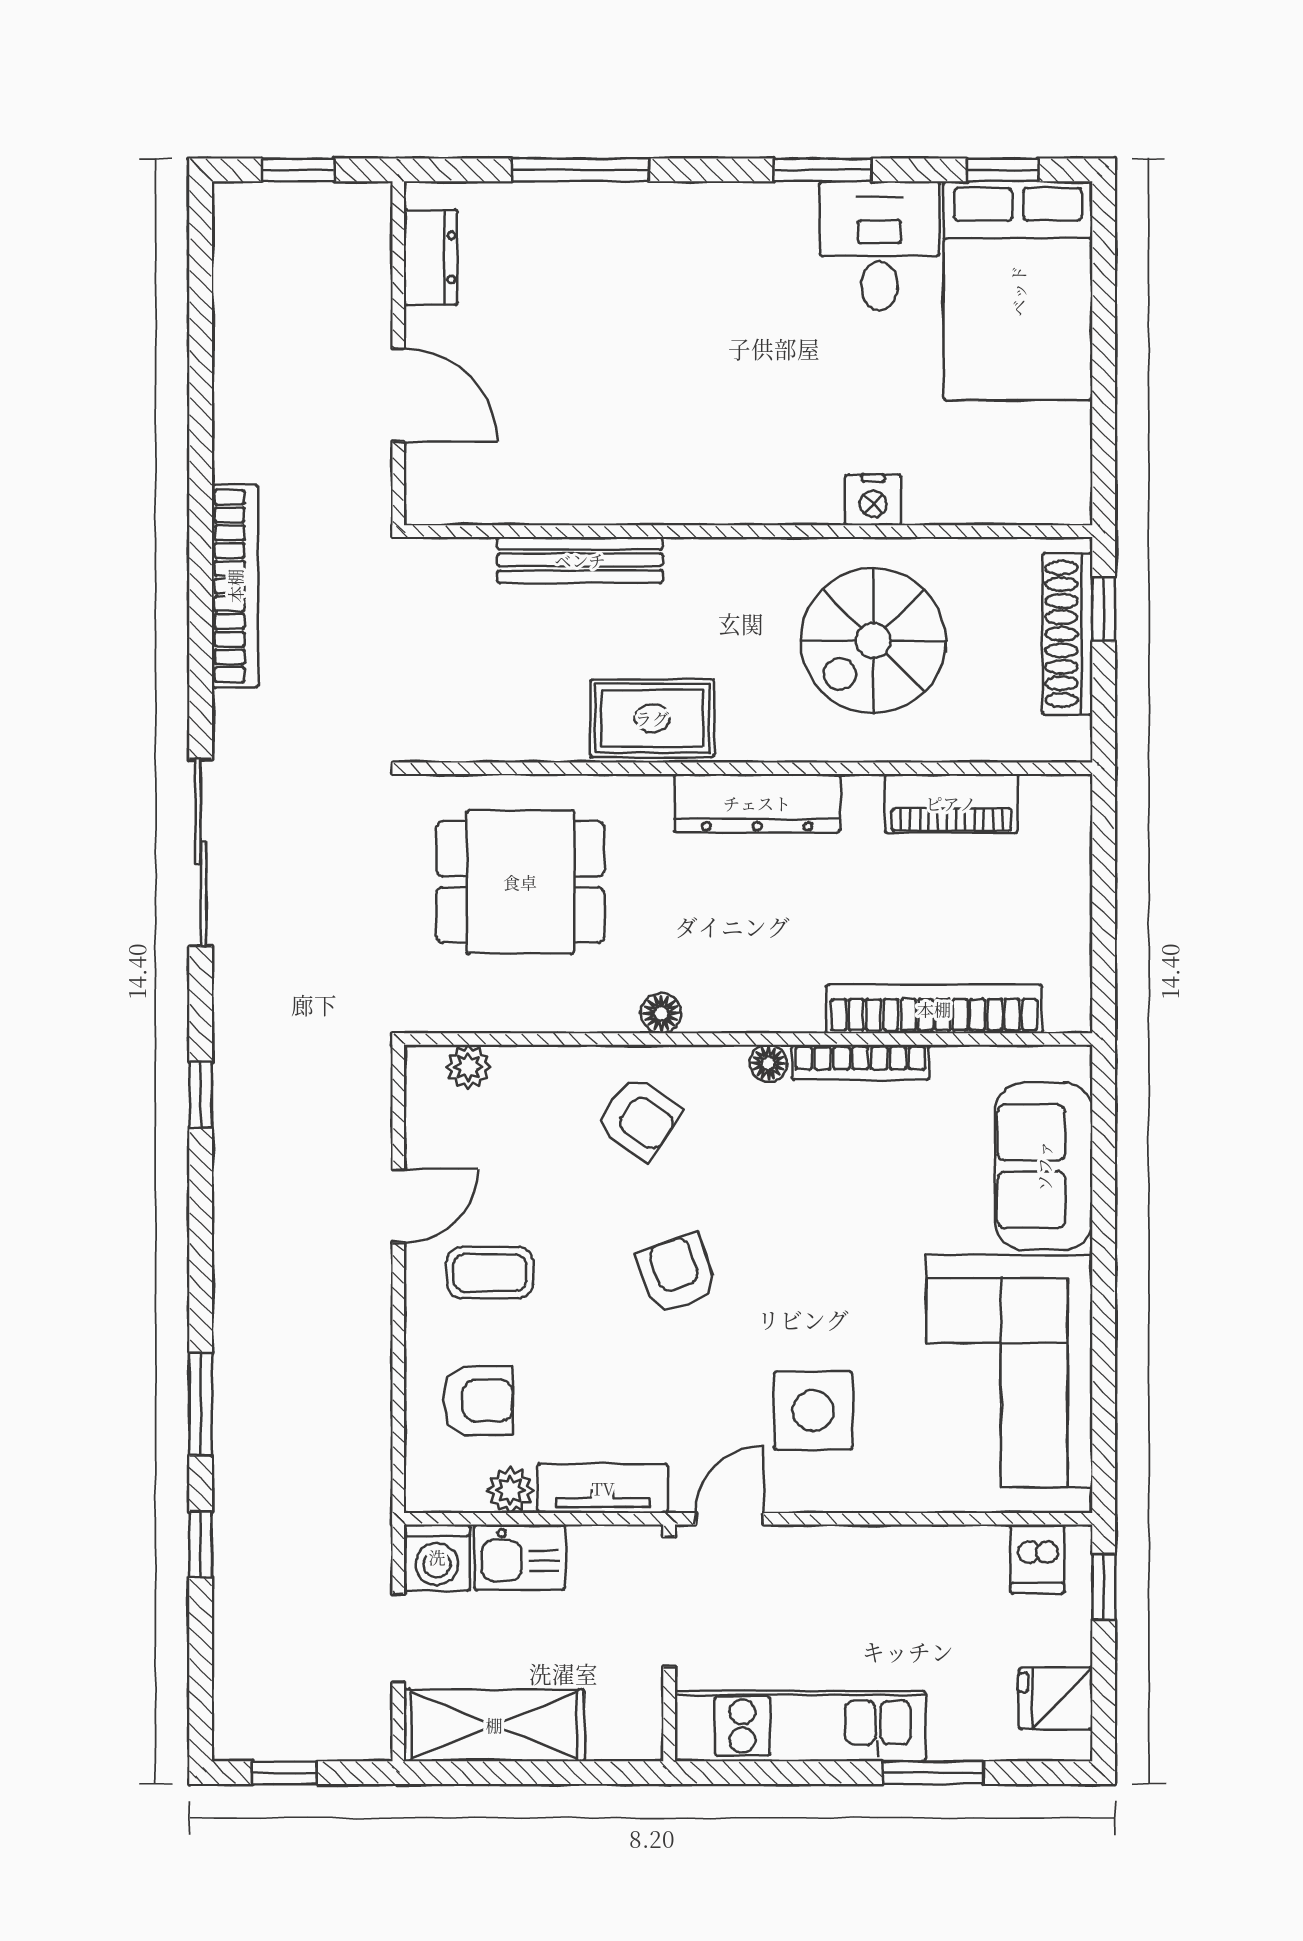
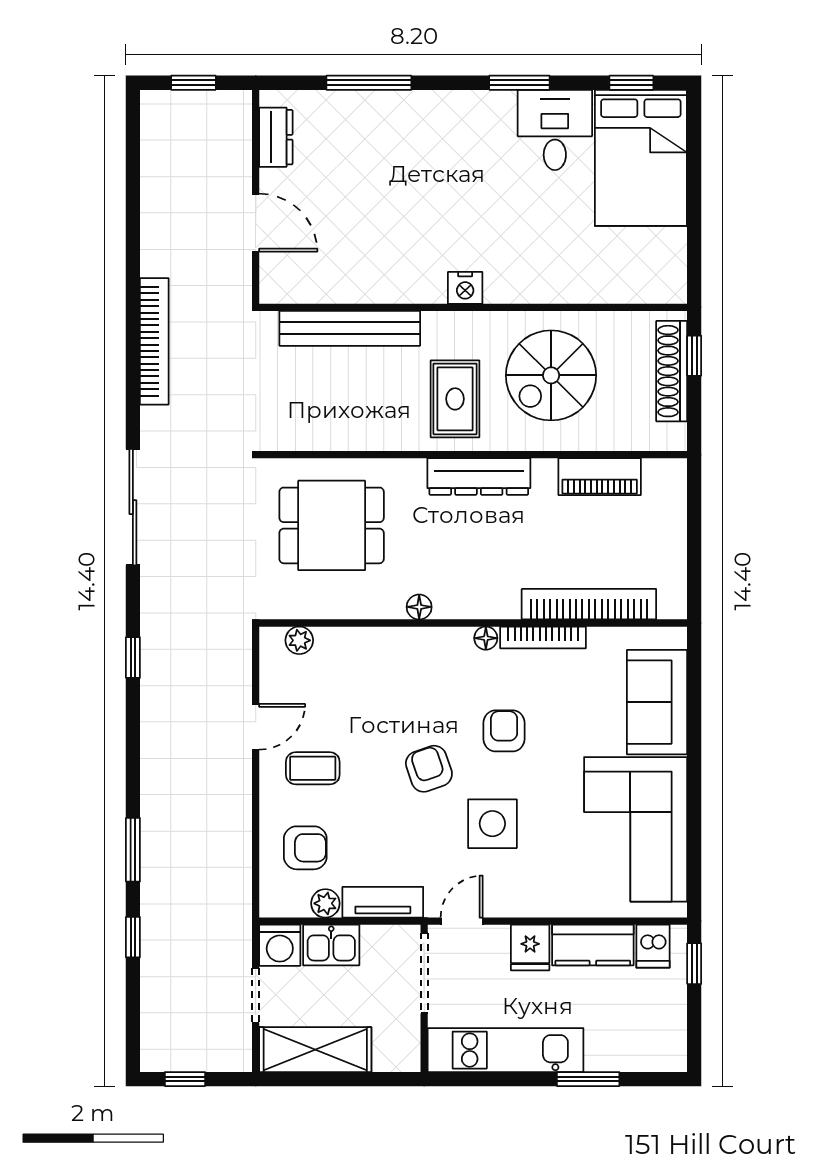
nightstand: (873, 500) -> (465, 288), moved
bench: (580, 560) -> (350, 328), width x1.37, depth x1.21
rug: (652, 718) -> (455, 399), moved, turned 90
armchair: (639, 1118) -> (504, 731), moved, turned -125
side table: (813, 1411) -> (492, 824), moved
kitchen counter: (941, 1557) -> (593, 945), added
fridge: (1056, 1698) -> (530, 948), moved, turned -90

